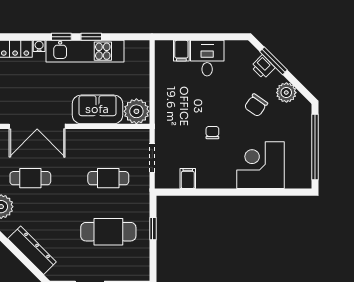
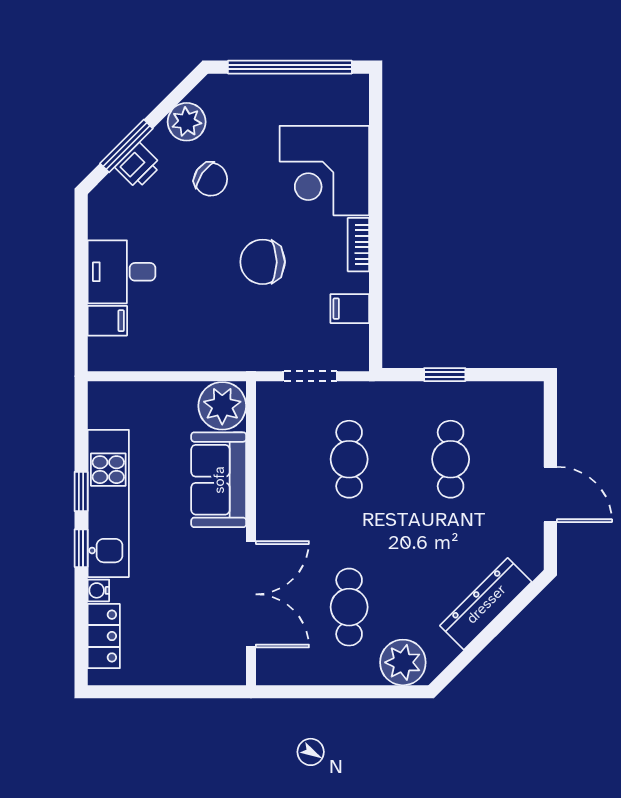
chair: (212, 133) -> (263, 262), width x1.87, depth x1.87
bookcase: (222, 183) -> (358, 245), added
cafe table: (108, 232) -> (451, 459), width x0.73, depth x0.74

